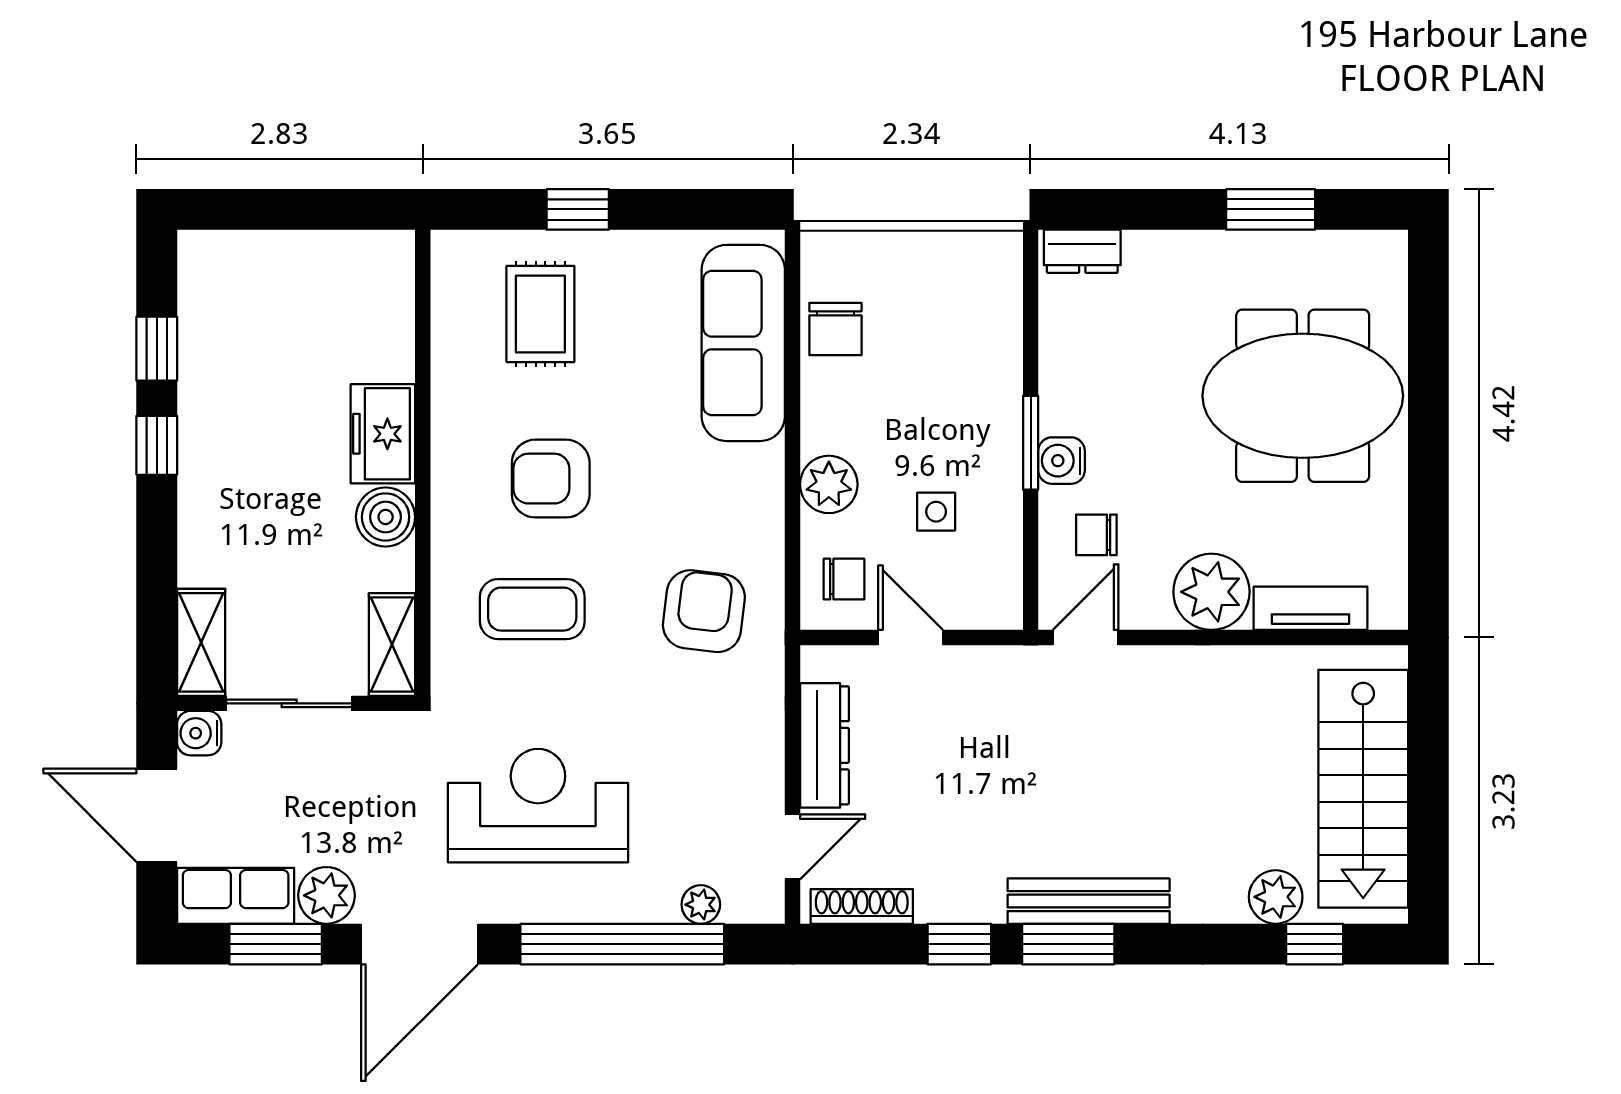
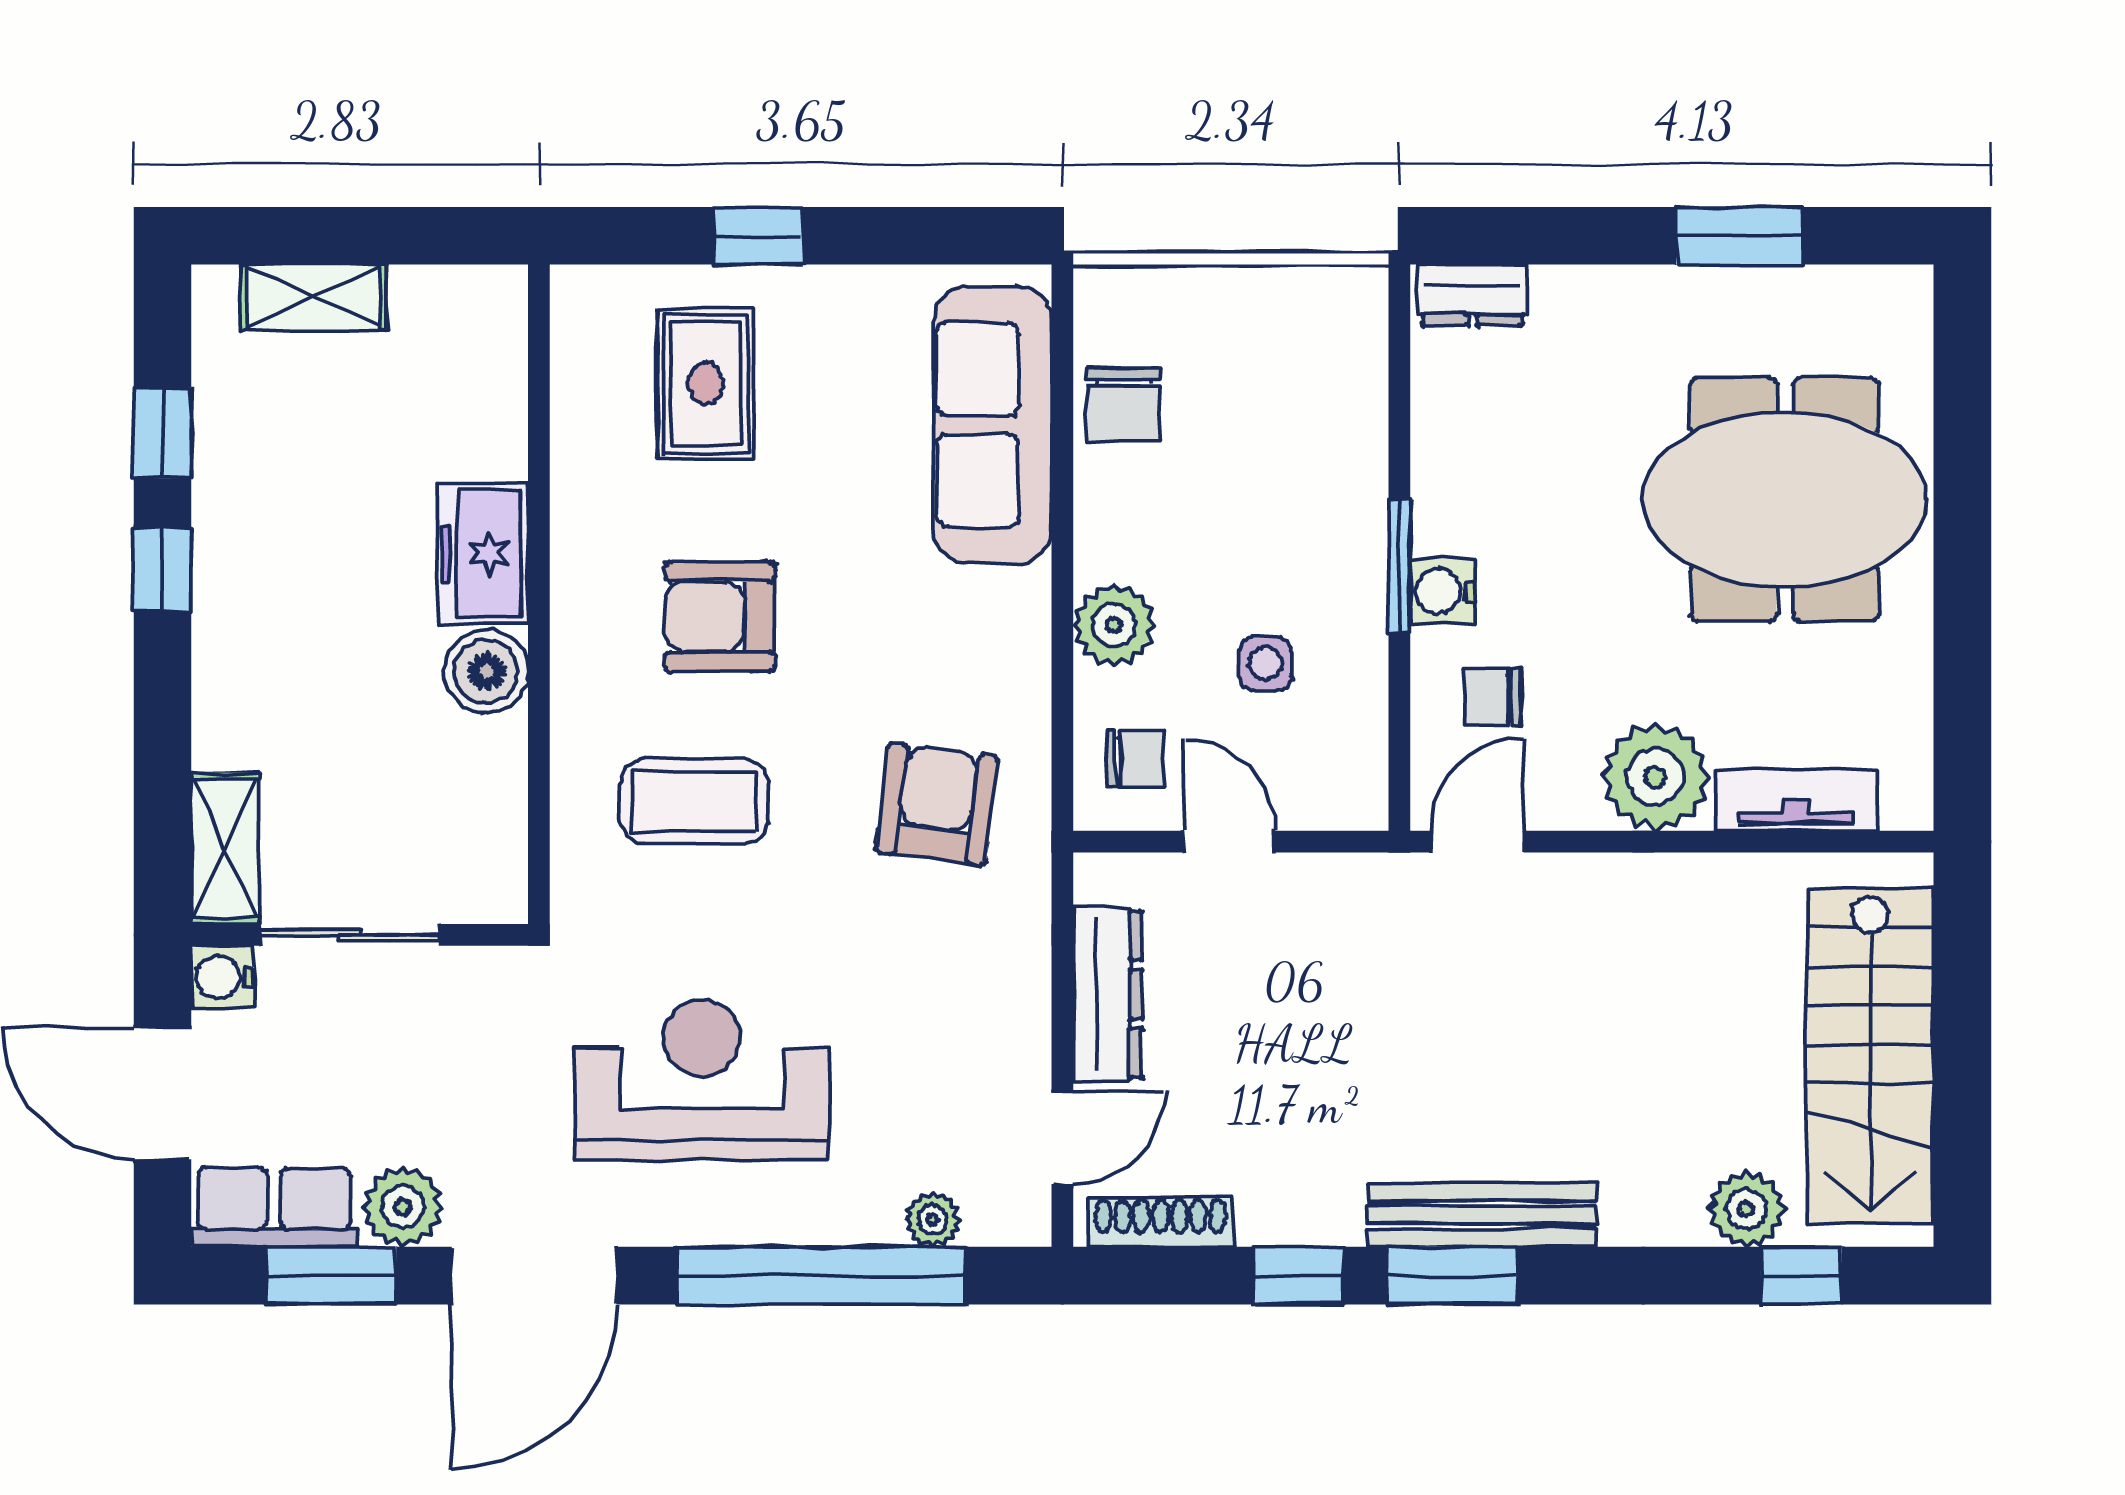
shelving: (392, 645) -> (314, 297), moved, turned 90

